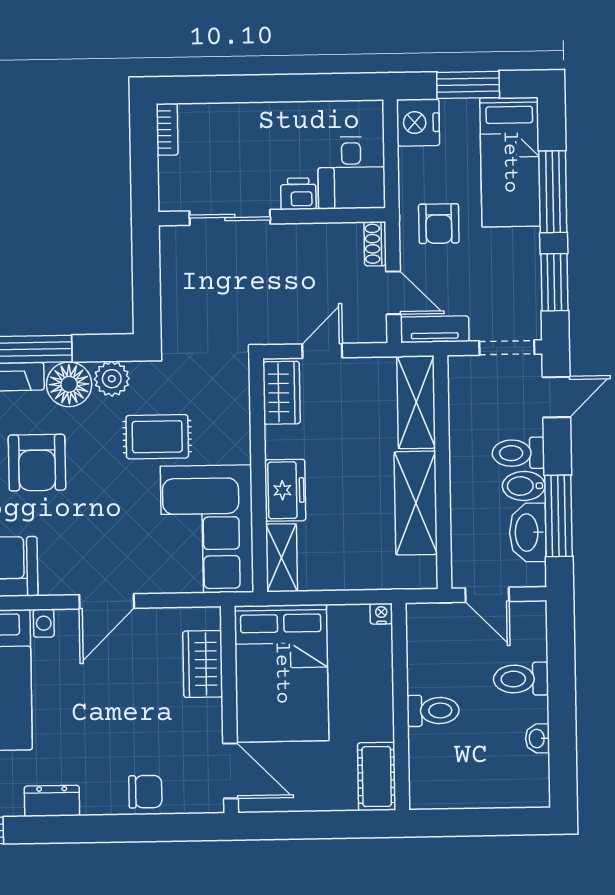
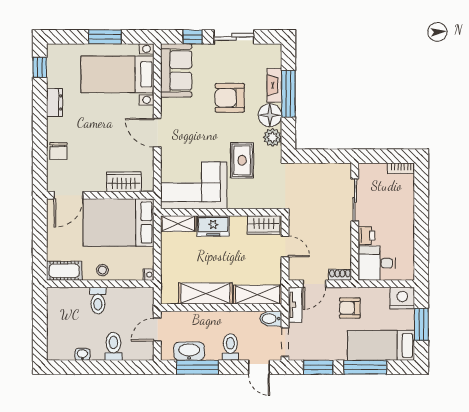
bidet: (524, 486) -> (271, 319), moved, turned -90
stool: (374, 703) -> (102, 270), added

